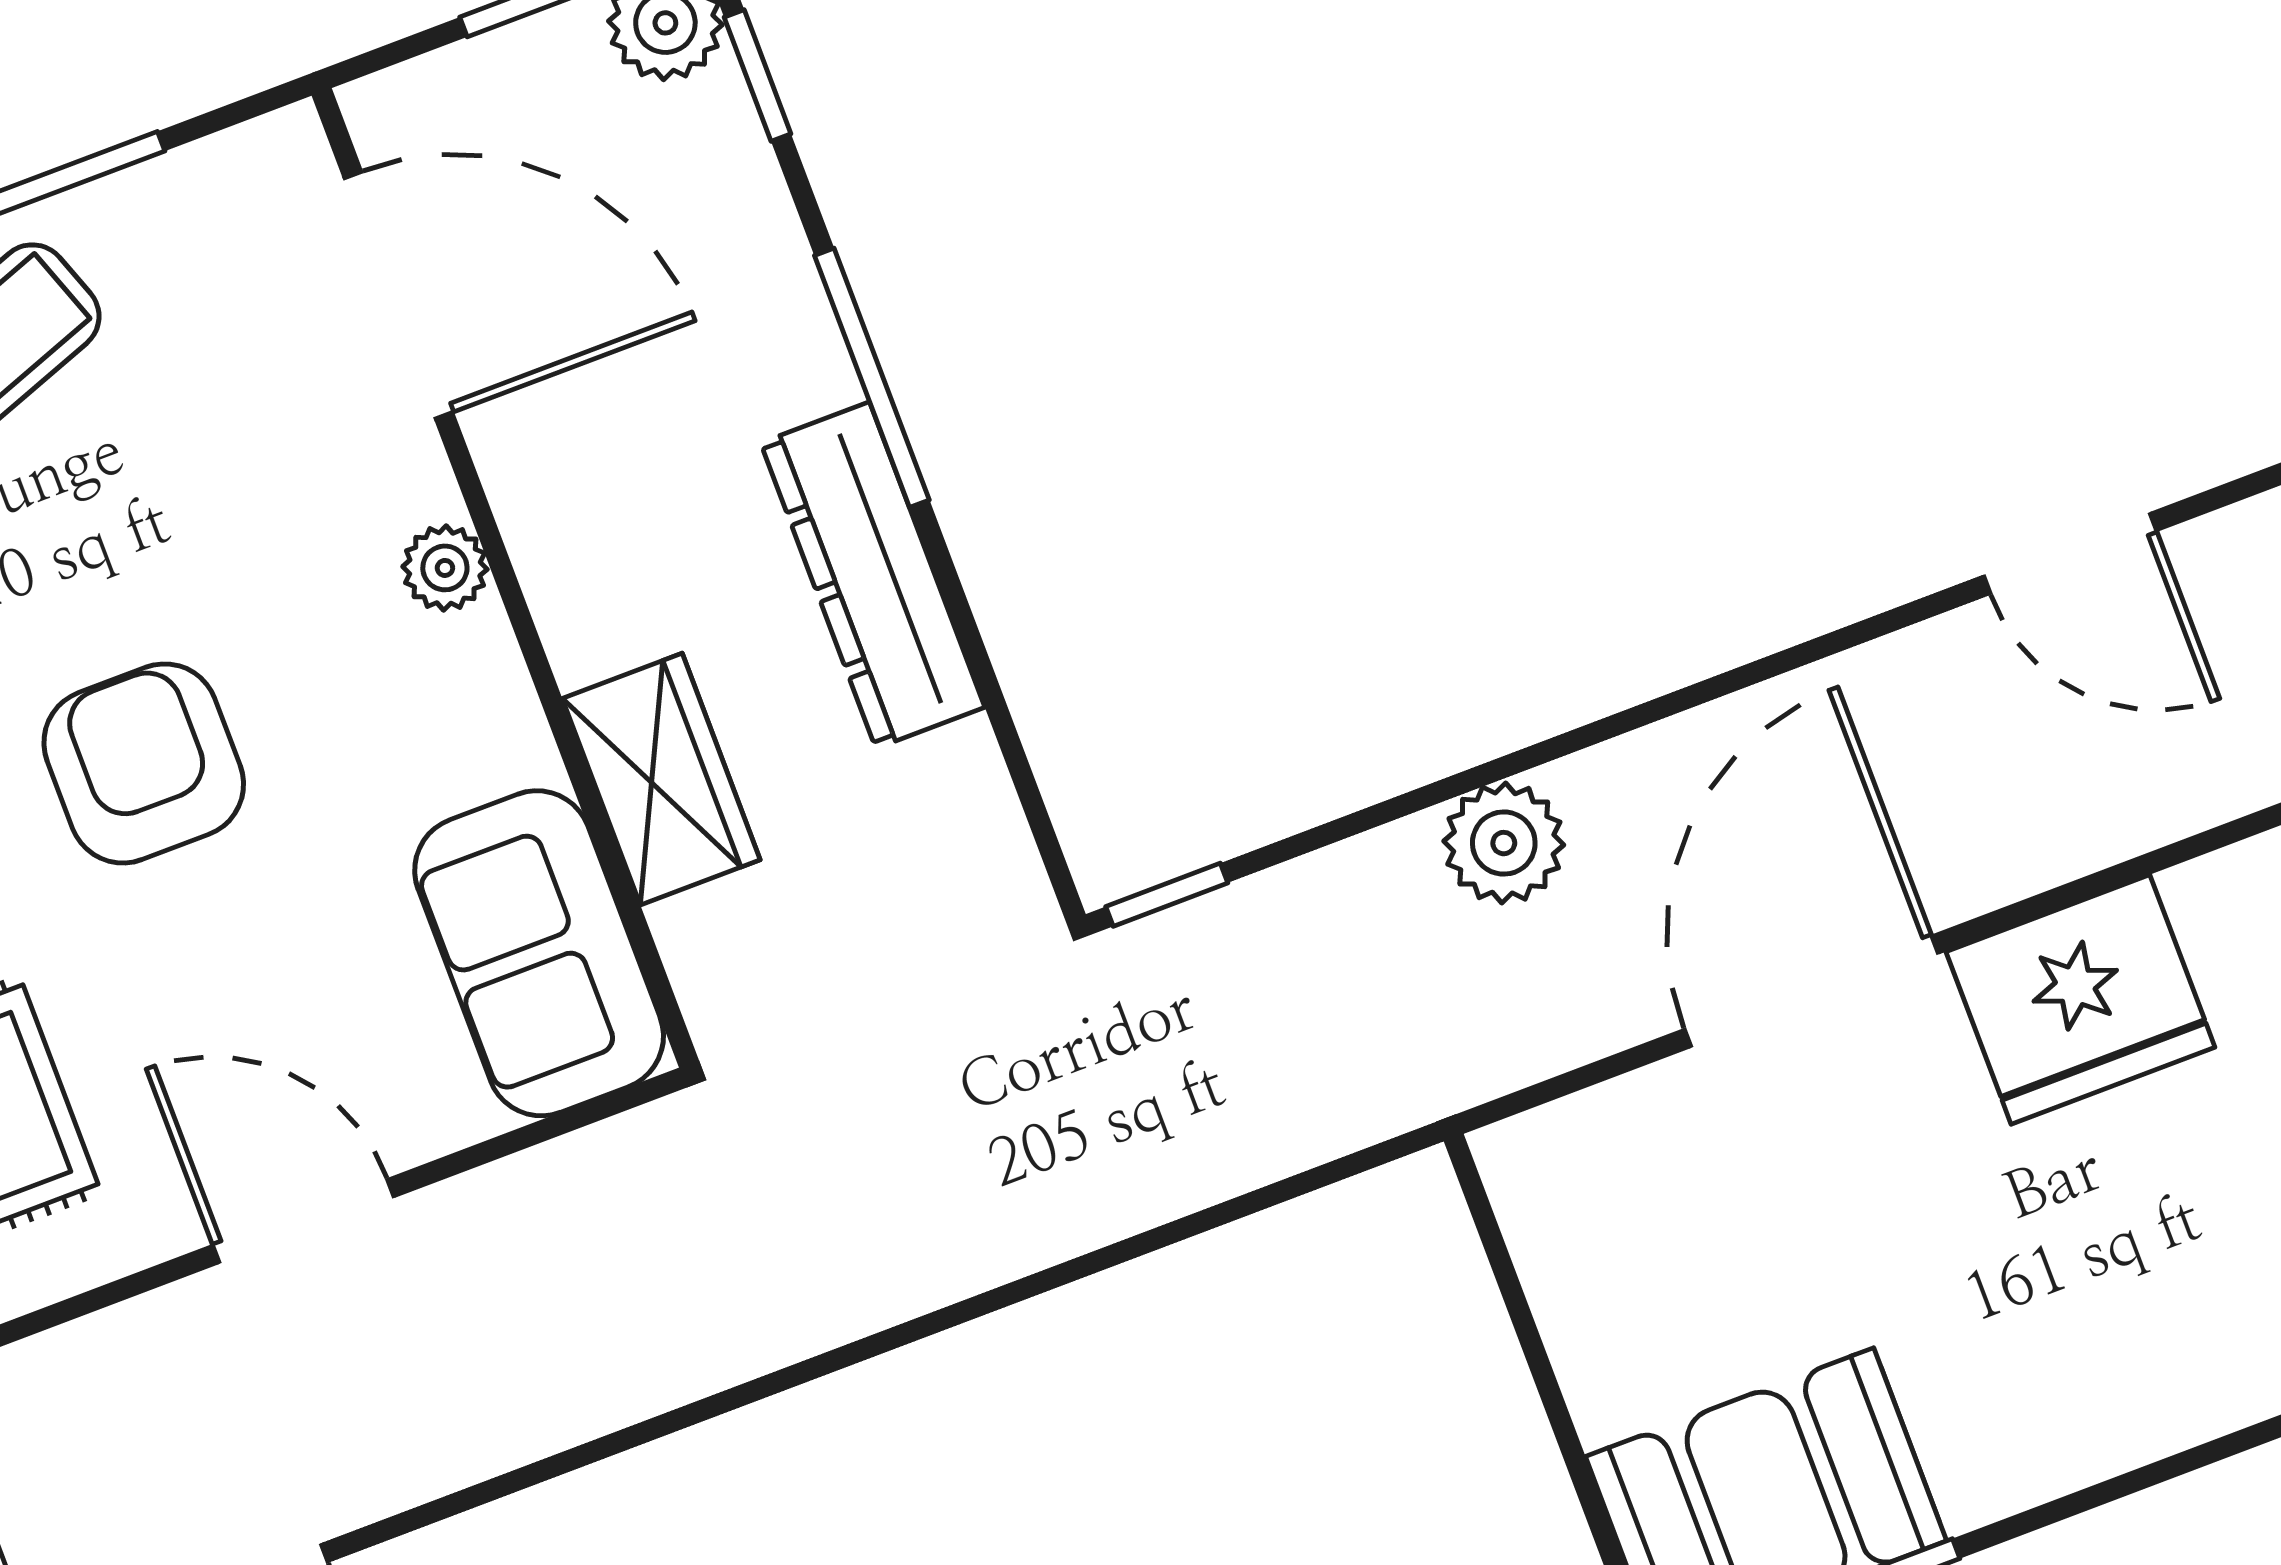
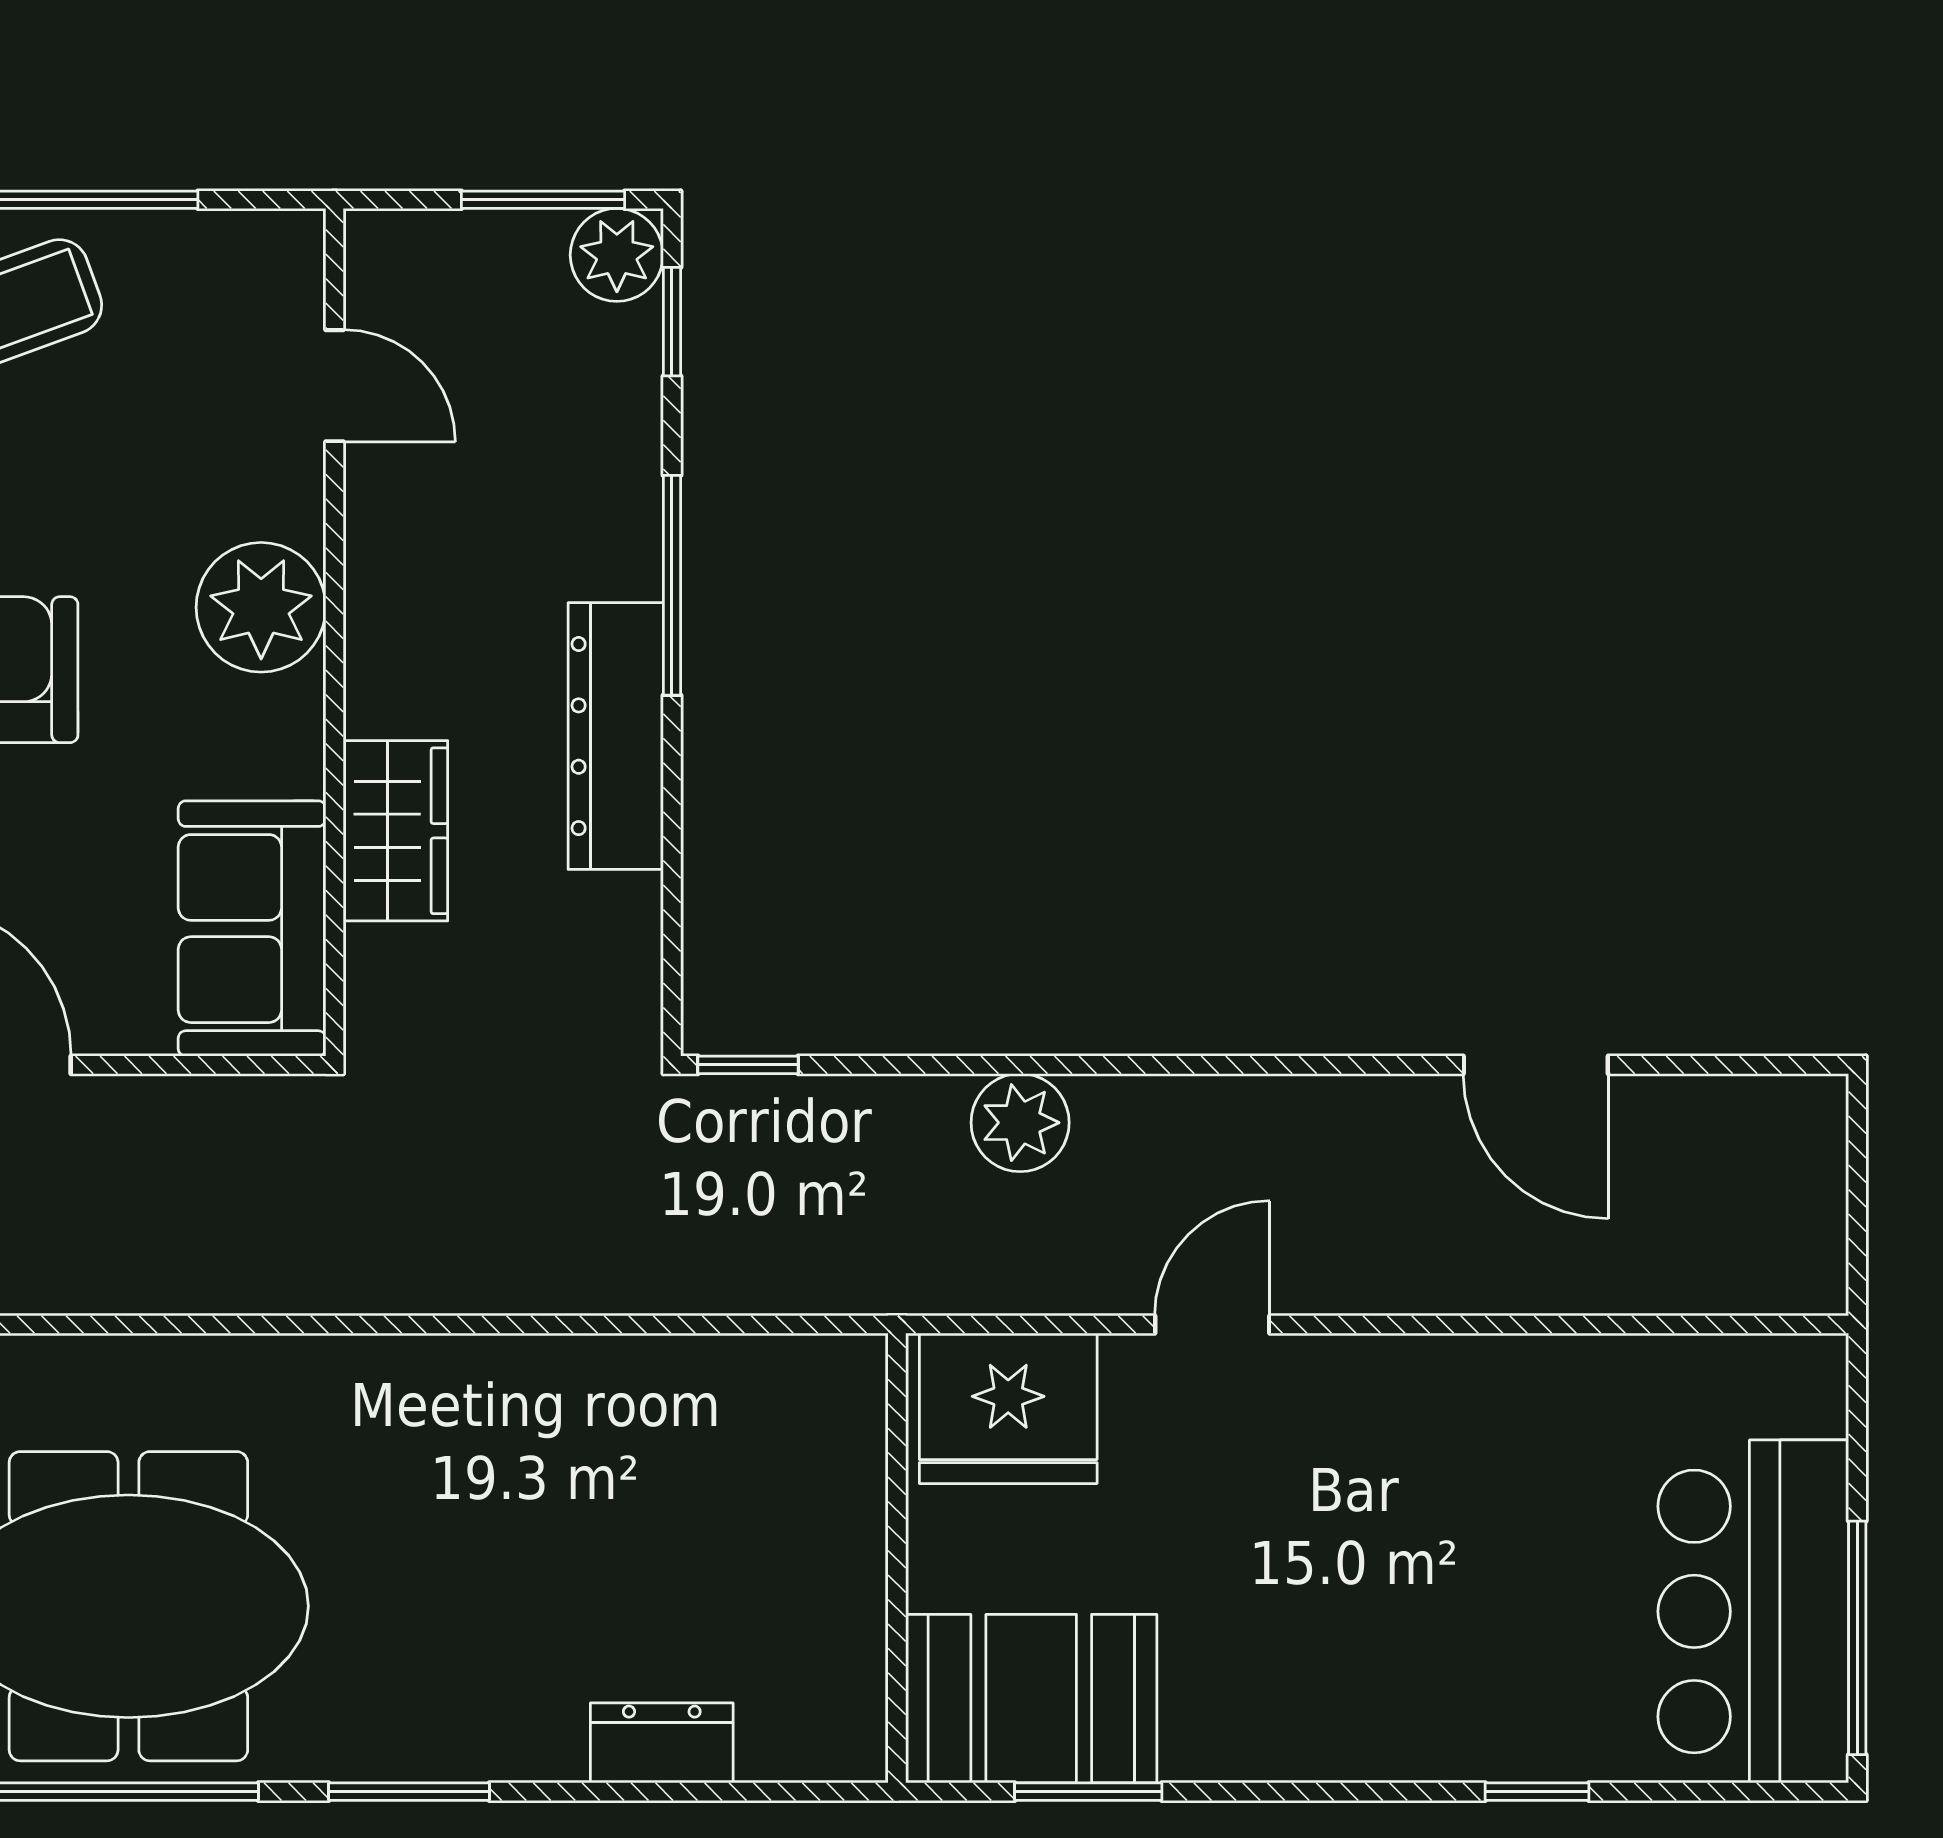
door: (398, 295) -> (334, 386), width x0.53
plant: (445, 568) -> (261, 607), width x1.87, depth x1.87
door: (1811, 991) -> (1212, 1324), width x0.53
fridge: (2080, 999) -> (1008, 1408), moved

